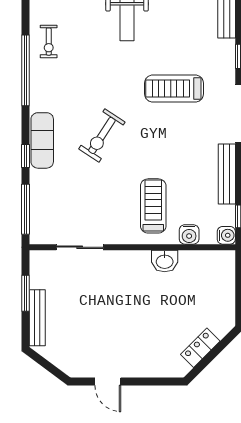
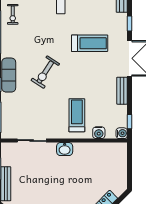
treadmill: (174, 89) -> (90, 43), turned 180
bench: (227, 174) -> (122, 91), width x0.73
washbasin: (165, 261) -> (65, 149), moved

